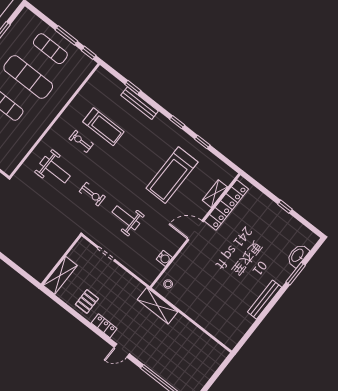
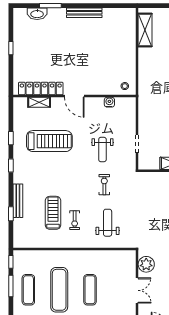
shelving: (157, 306) -> (145, 30), moved

